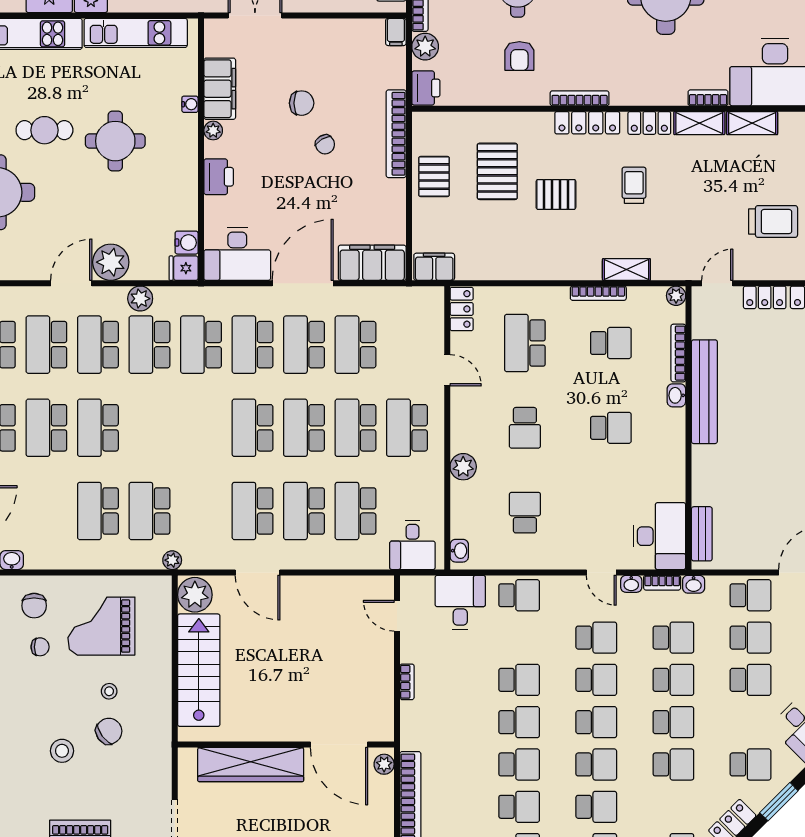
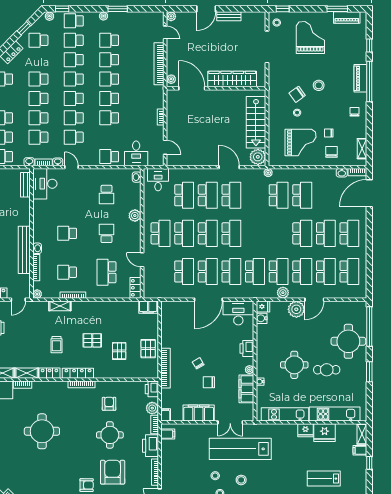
pallet: (497, 171) -> (119, 351), width x0.67, depth x0.71
filing cabinet: (372, 263) -> (199, 413), moved, turned 180
school desk: (525, 343) -> (106, 272), turned 180

